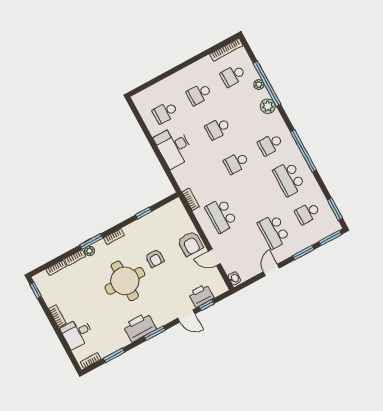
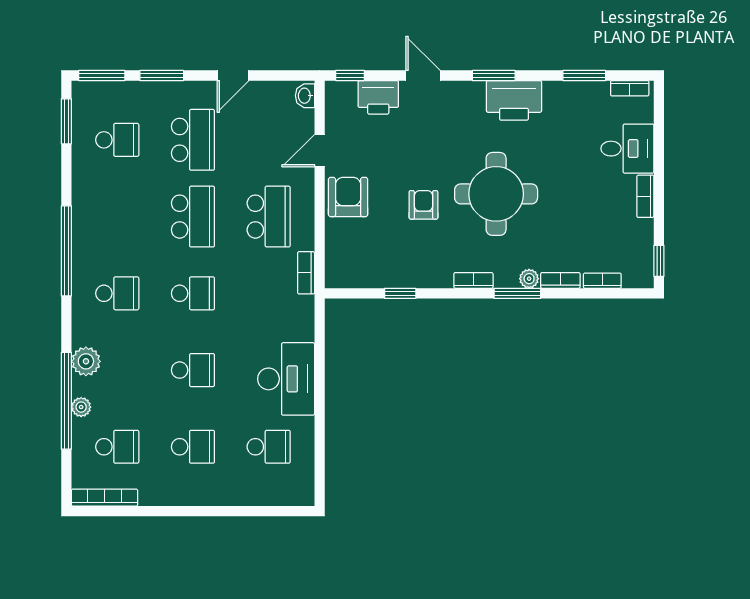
school desk: (289, 179) -> (193, 217), moved
door: (214, 257) -> (320, 151), swing flipped
window: (206, 305) -> (350, 76), moved

